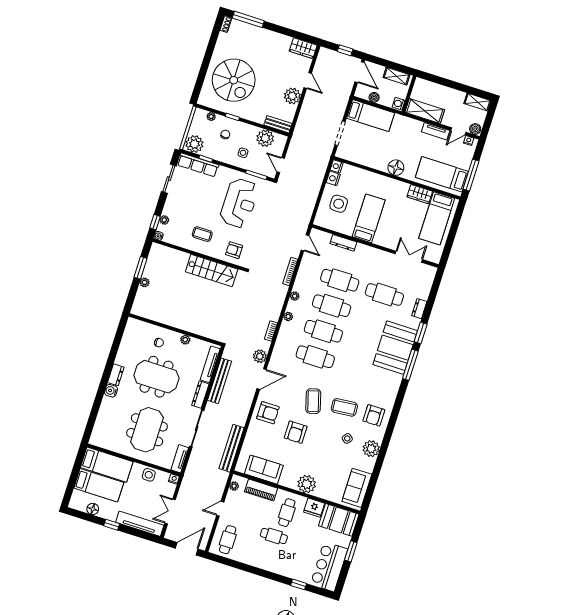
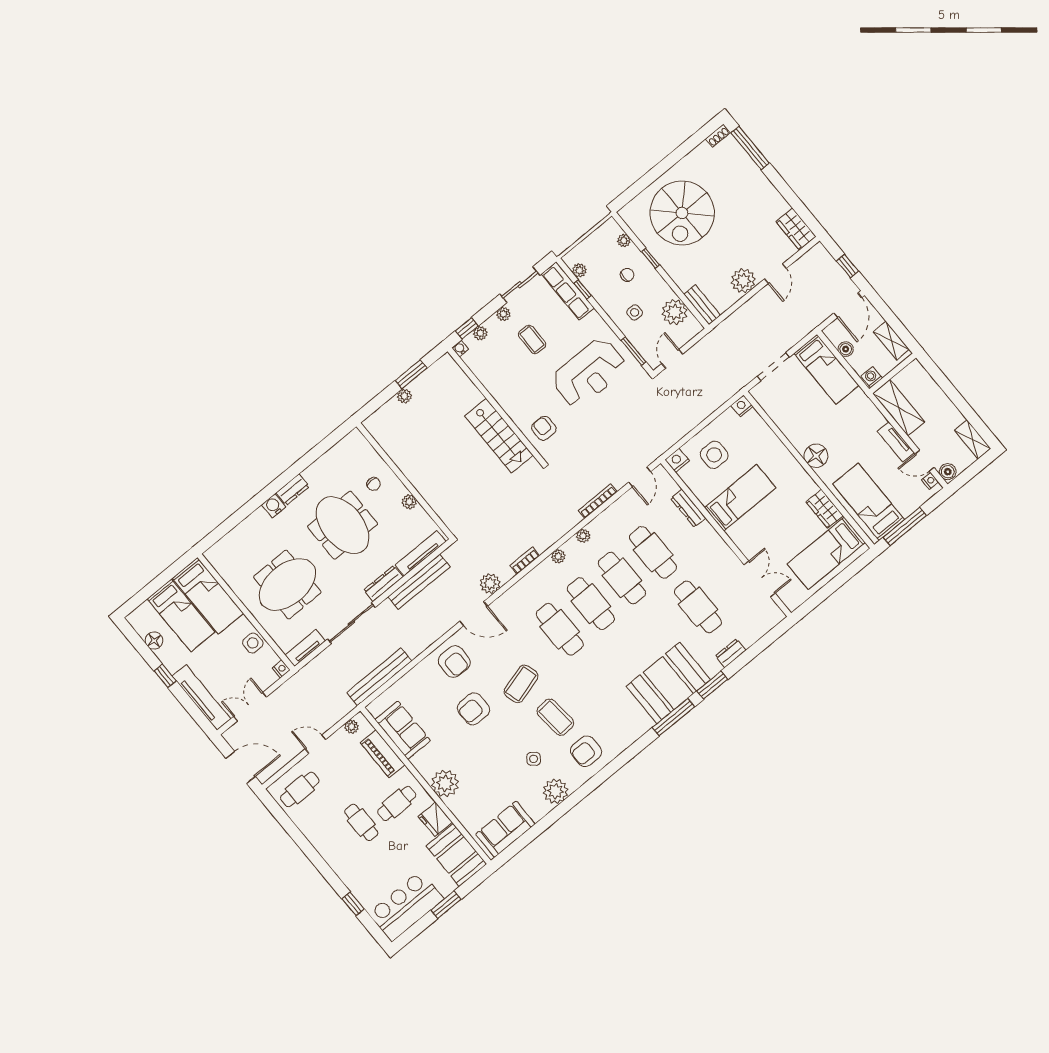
plant: (194, 144) -> (579, 270), width x0.53, depth x0.53
nightstand: (333, 178) -> (677, 460), moved
plant: (170, 201) -> (503, 314), added
coffee table: (202, 234) -> (532, 339), moved

